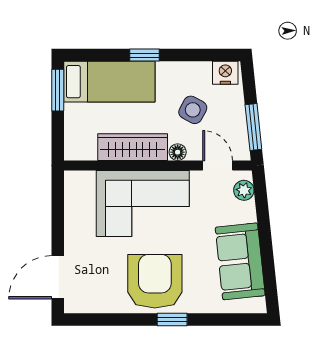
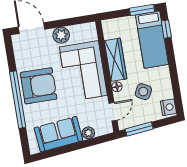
window: (144, 55) -> (166, 29), moved
plant: (244, 190) -> (88, 133), moved
plant: (77, 230) -> (61, 35), added
window: (172, 319) -> (18, 100), width x3.17

